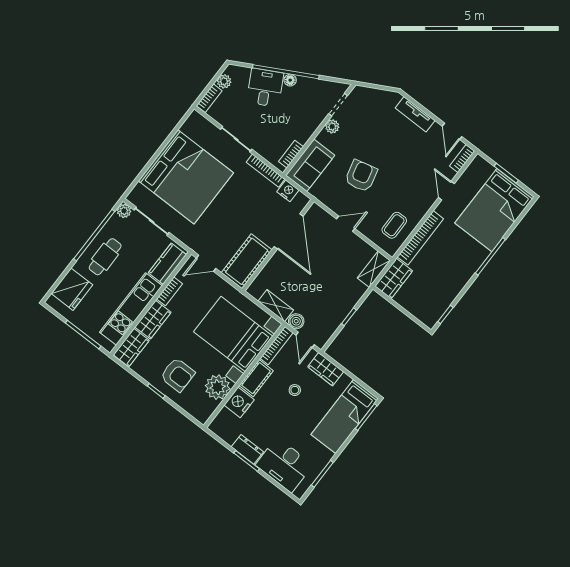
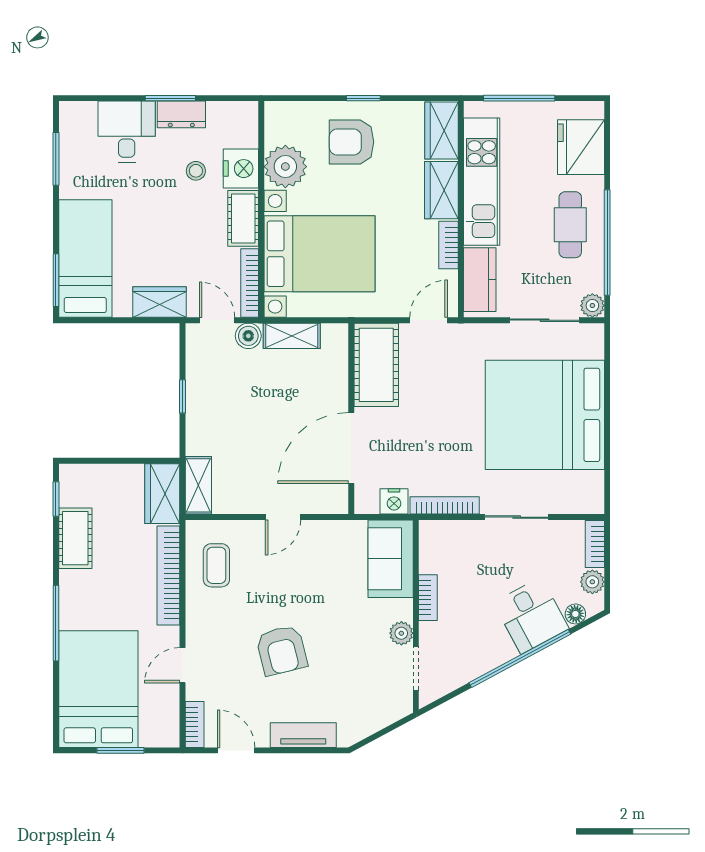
floor lamp: (290, 80) -> (575, 614), moved
bookcase: (291, 154) -> (428, 598), moved
armchair: (361, 176) -> (282, 650), moved
door: (446, 191) -> (182, 665), swing flipped
door: (289, 231) -> (351, 448), hinge flipped
cot: (451, 289) -> (75, 538), added
stool: (295, 390) -> (196, 171), moved
desk: (284, 465) -> (127, 132), width x0.73

